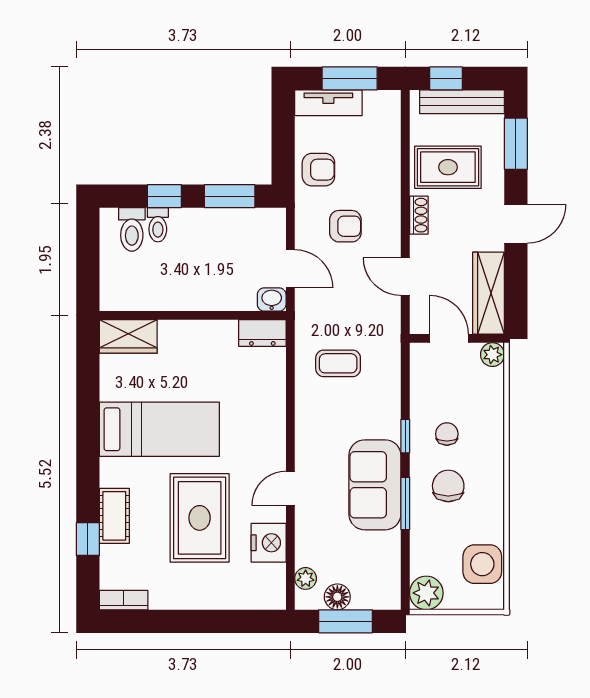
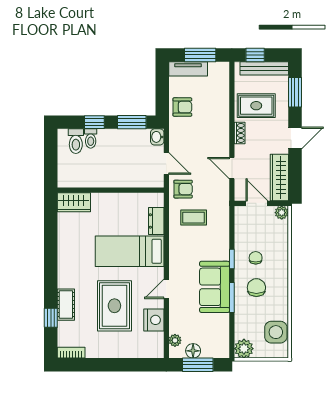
armchair: (345, 226) -> (183, 189), moved
washbasin: (272, 299) -> (157, 137), moved, turned -90
dresser: (262, 333) -> (156, 221), moved, turned 90
bed: (159, 429) -> (130, 251), moved, turned 180

